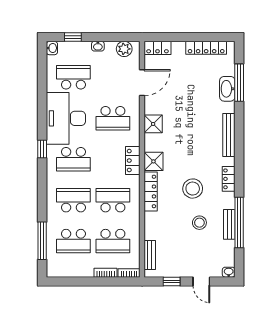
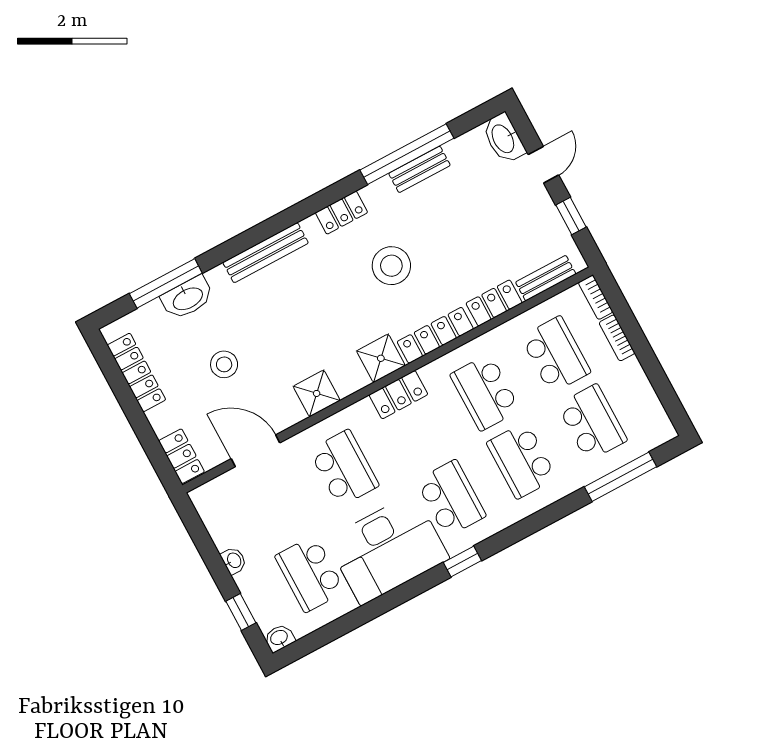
plant: (124, 49) -> (214, 513), removed
stool: (199, 223) -> (224, 364), moved
locker: (151, 226) -> (494, 303), added
washbasin: (229, 272) -> (504, 138), width x1.91, depth x1.45

